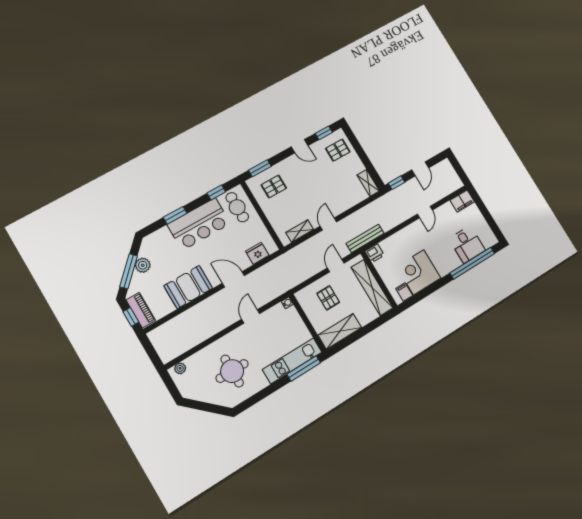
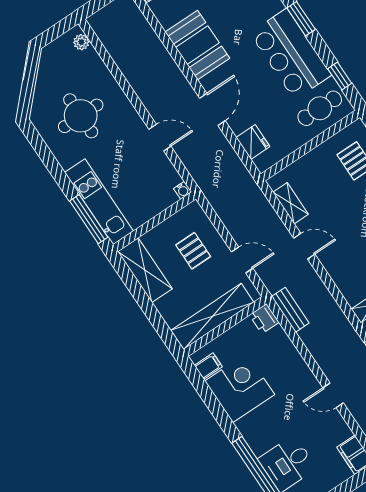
bench: (365, 238) -> (290, 310), width x0.73
pallet: (328, 298) -> (193, 251), turned 90

